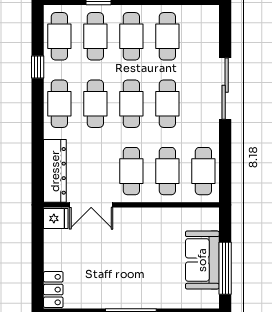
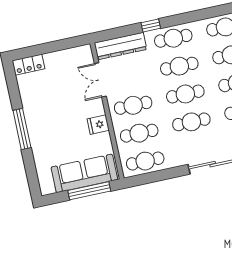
window: (38, 67) -> (151, 25), moved
fridge: (56, 218) -> (98, 125), moved, turned 90
sofa: (202, 260) -> (84, 173), width x1.36
window: (225, 268) -> (89, 191), moved

